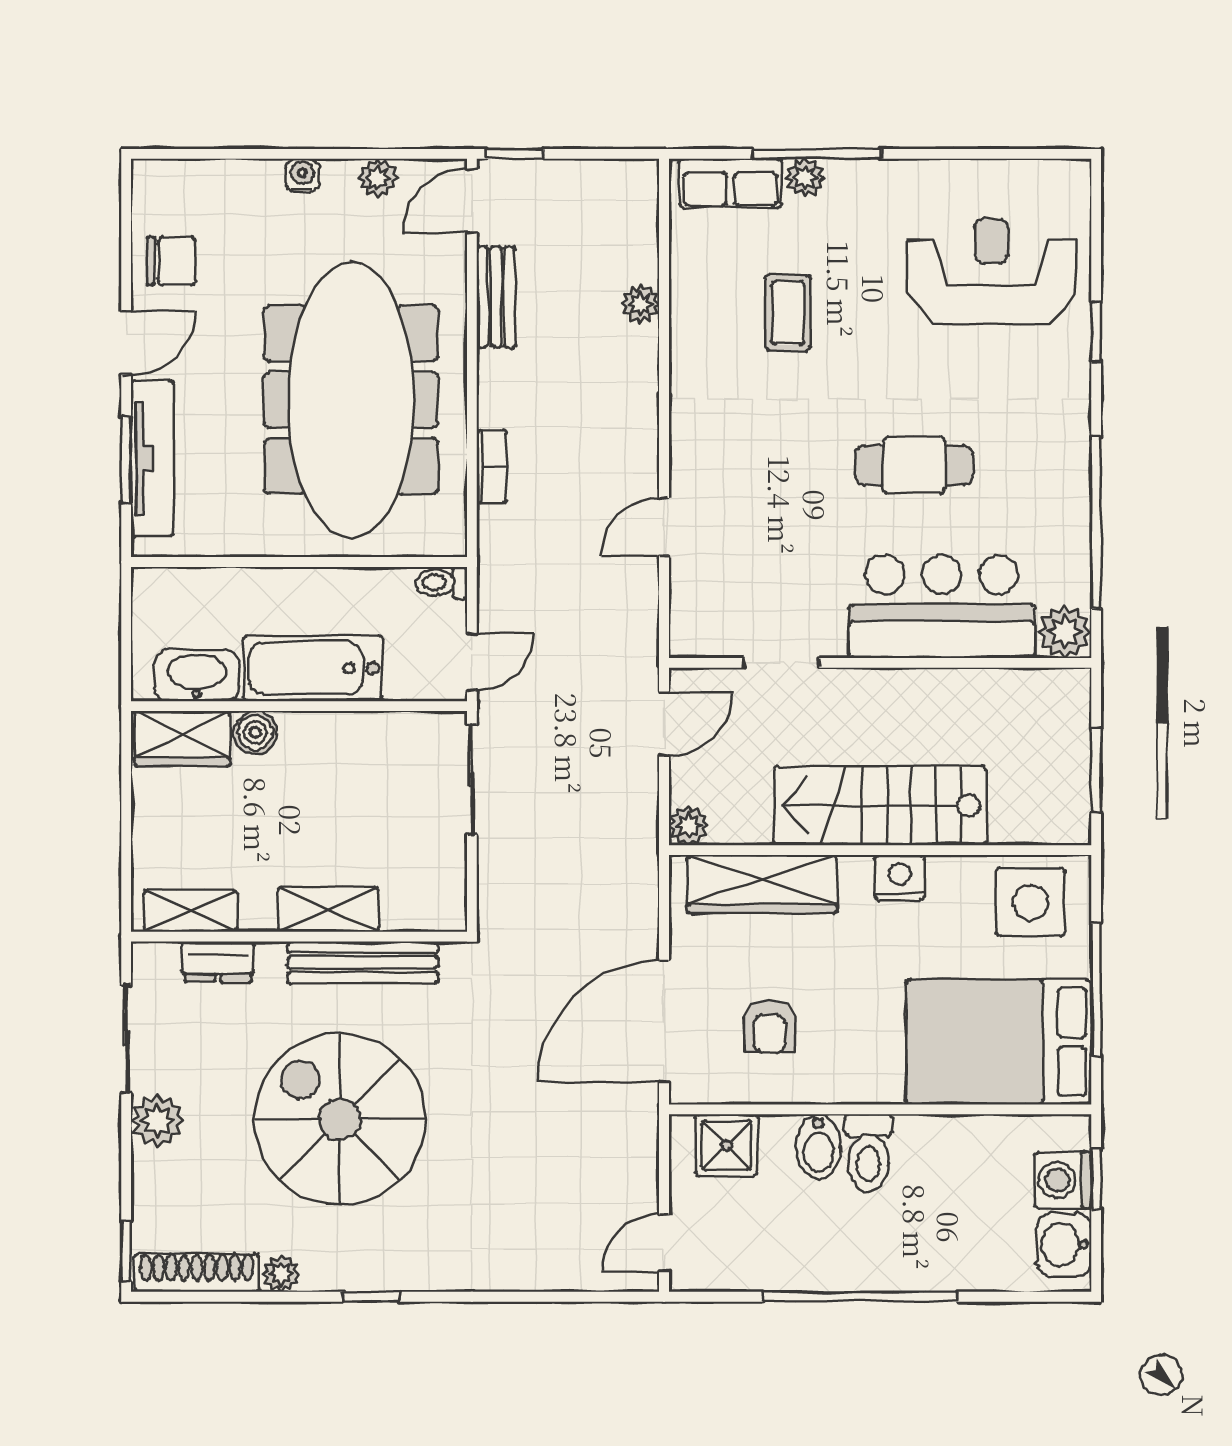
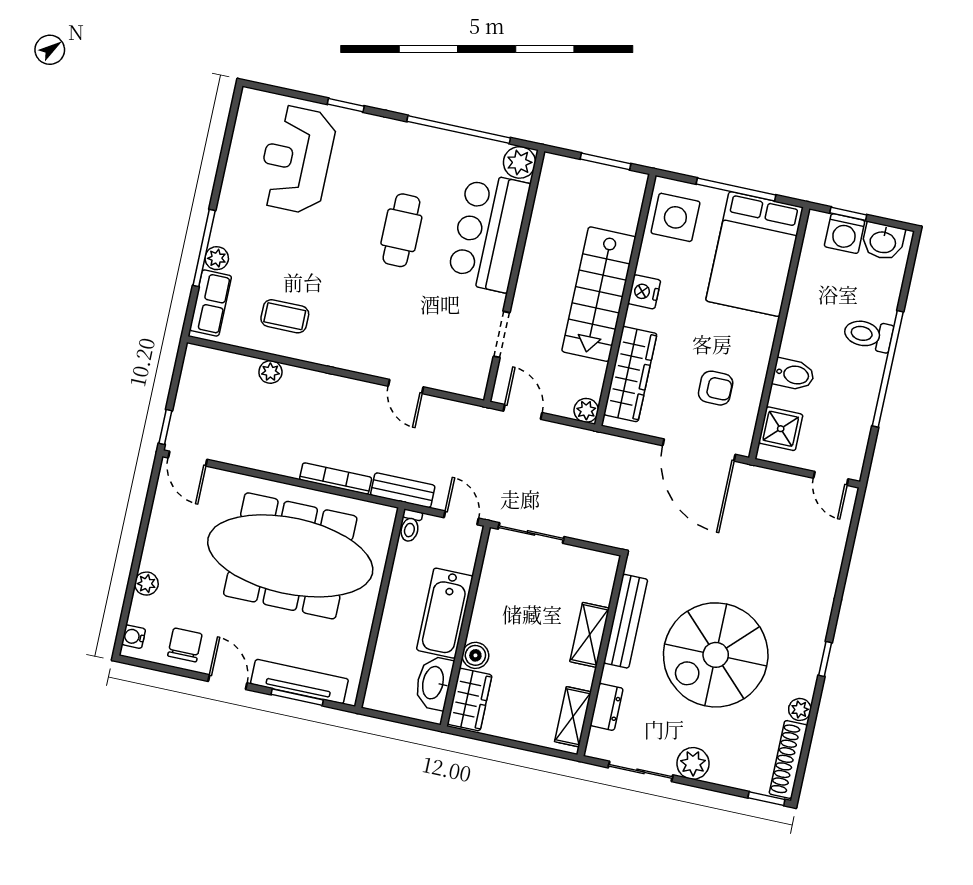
water cooler: (302, 176) -> (134, 637), moved
plant: (378, 178) -> (146, 584), moved
bench: (496, 297) -> (403, 490), moved
coffee table: (788, 313) -> (285, 316), moved
bookcase: (492, 467) -> (336, 478), width x1.56
toilet: (868, 1153) -> (868, 335), moved, turned 180

